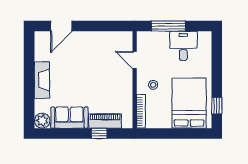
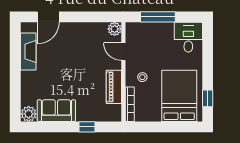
plant: (126, 38) -> (115, 29), added
desk: (183, 46) -> (188, 37), moved
fireplace: (42, 80) -> (28, 52), moved
piano: (105, 121) -> (114, 87), moved, turned -90

